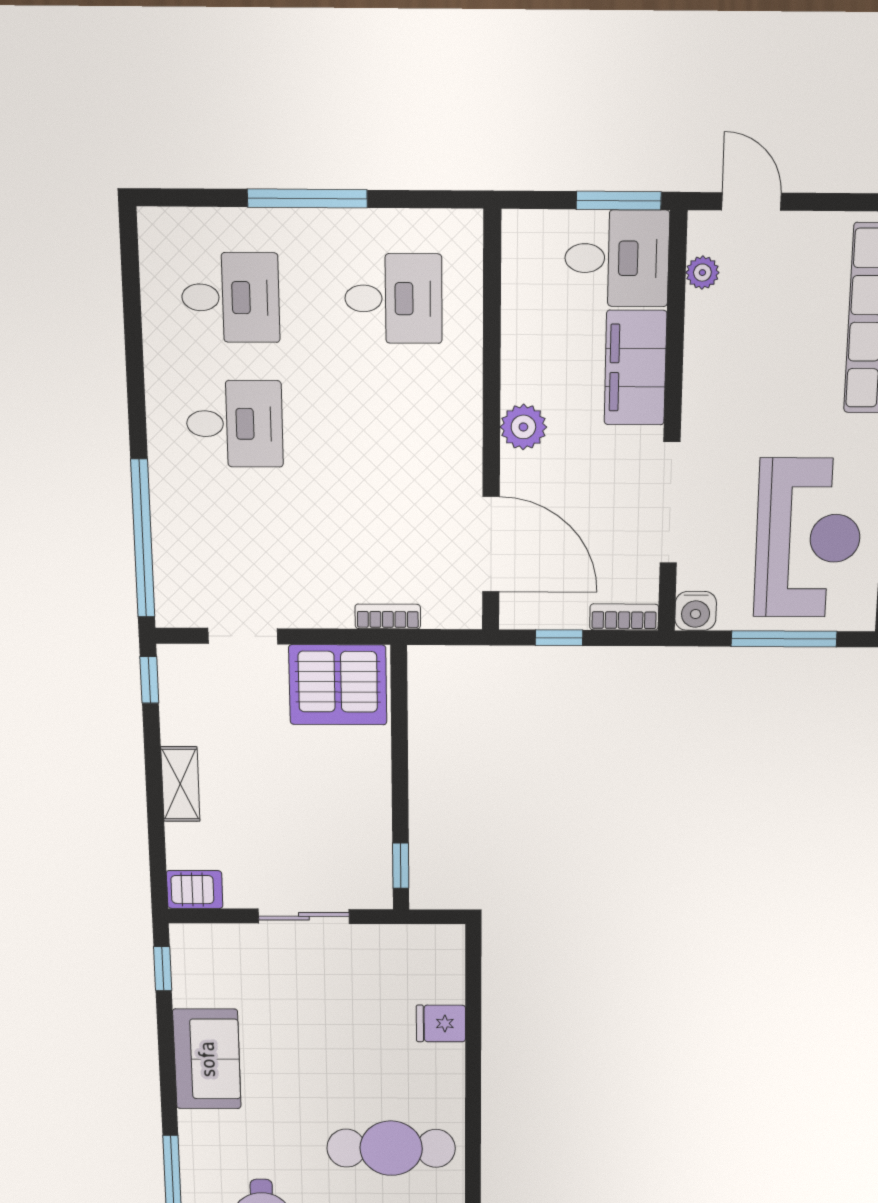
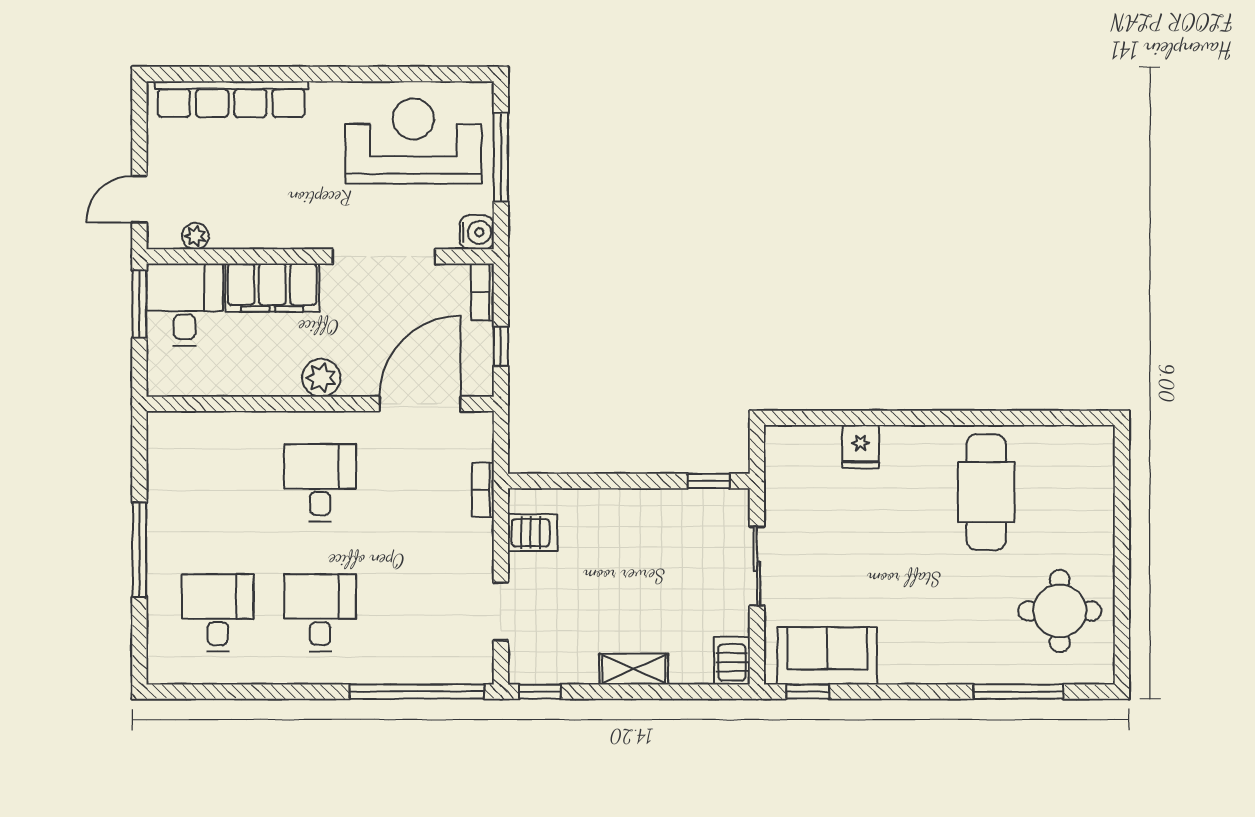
desk: (393, 299) -> (320, 483), moved
server rack: (338, 685) -> (533, 533), width x0.46, depth x0.70
sofa: (207, 1059) -> (827, 656), moved

